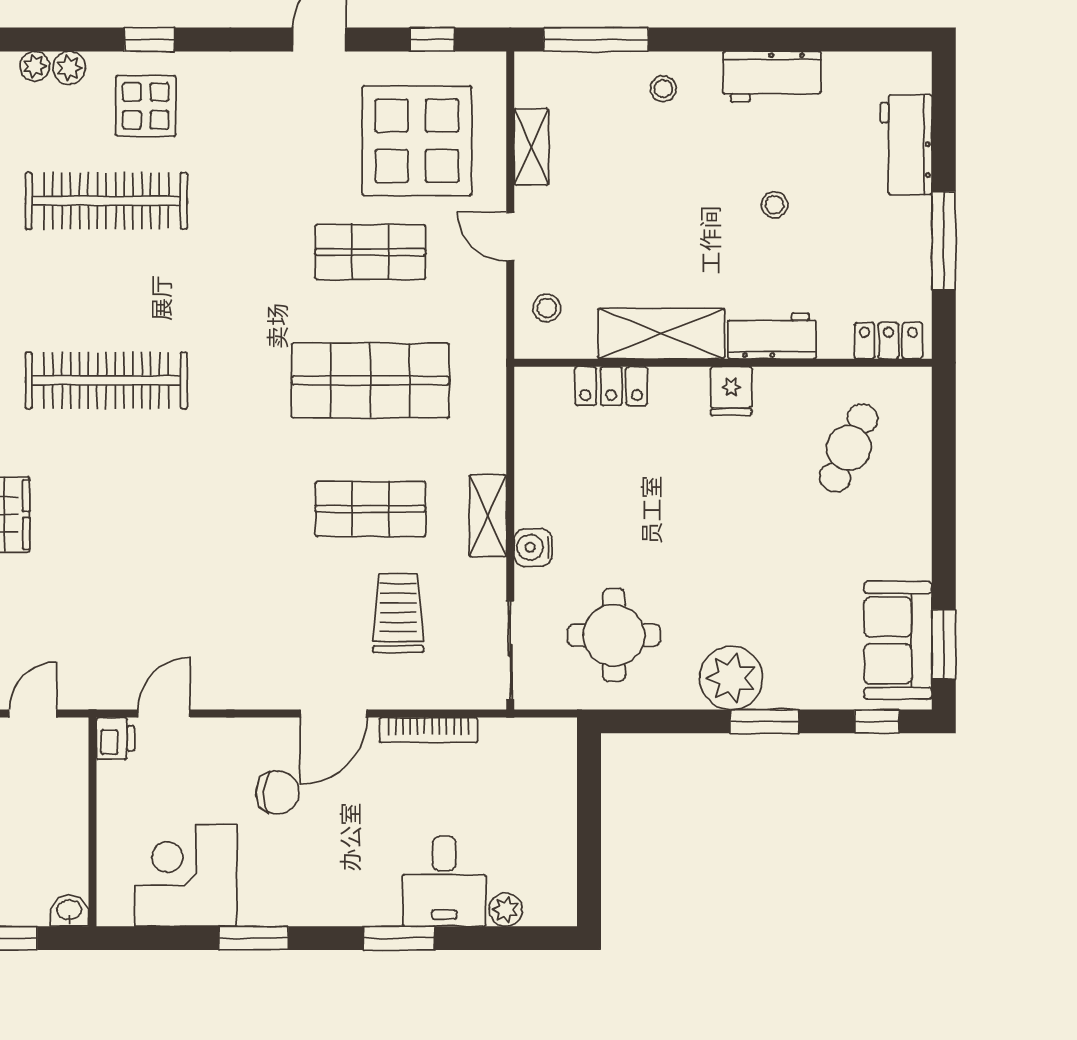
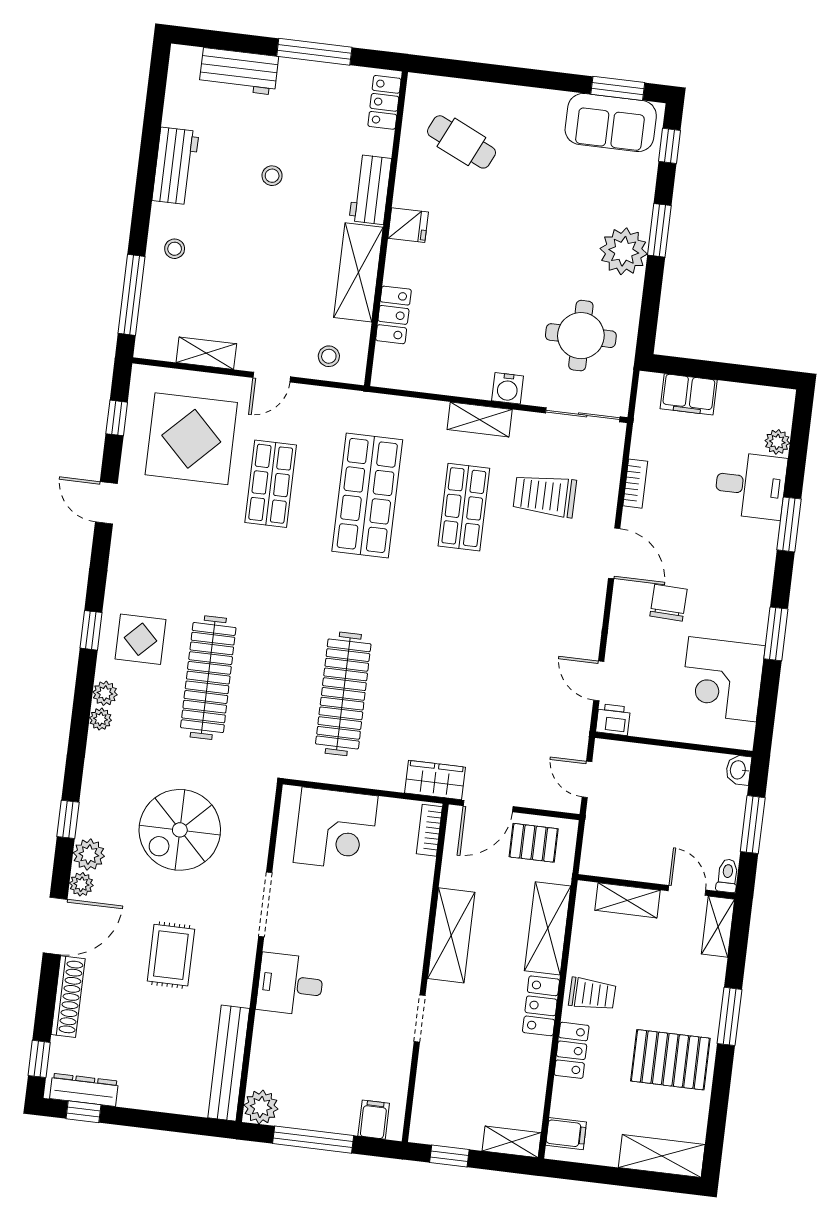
bookcase: (428, 730) -> (635, 484), width x0.64
filing cabinet: (554, 786) -> (689, 394), added

